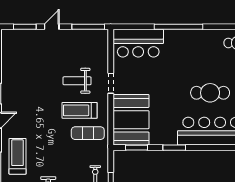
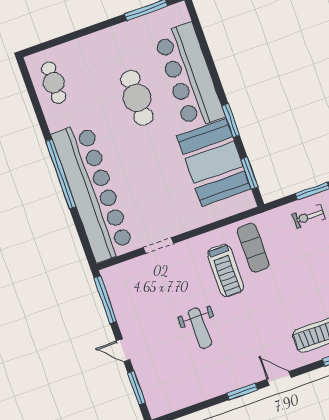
bar counter: (138, 43) -> (93, 192), width x1.86
weight bench: (77, 81) -> (200, 328), moved
doorway: (111, 83) -> (158, 246), moved
booth: (131, 120) -> (214, 163), moved, turned 90

